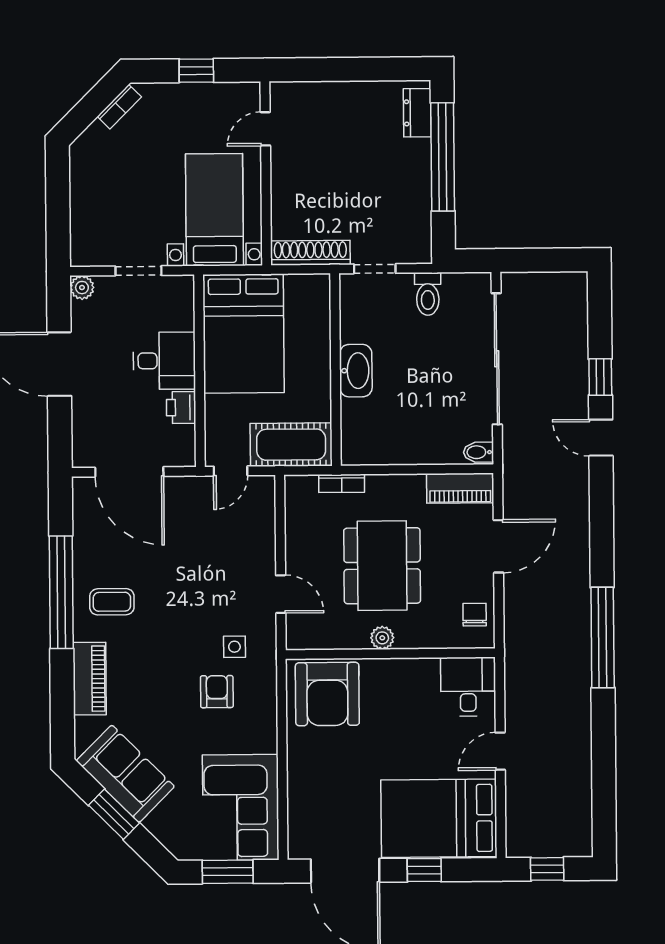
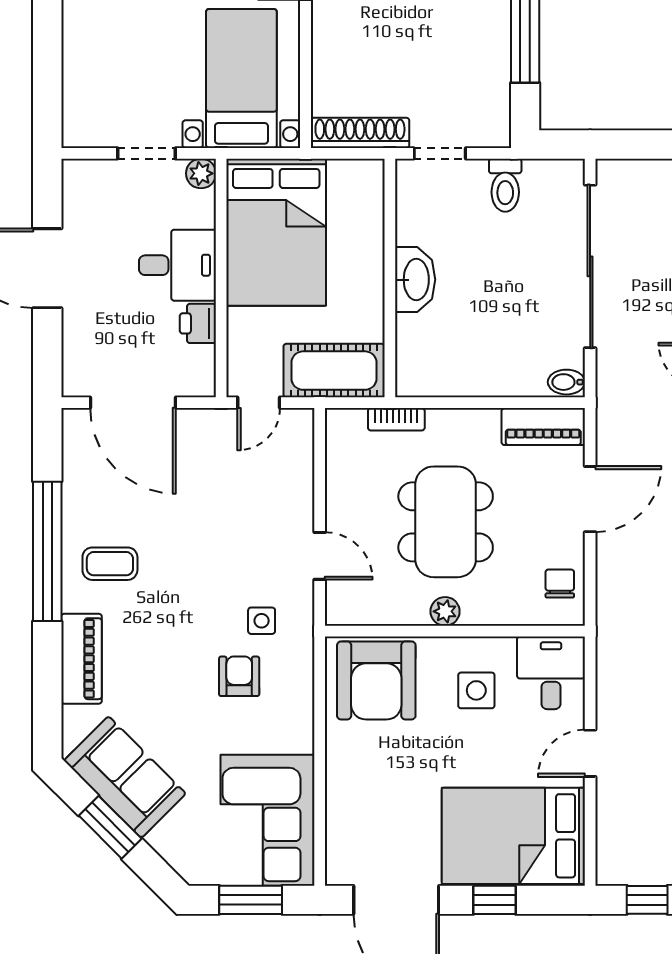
plant: (82, 288) -> (201, 173), moved
side table: (408, 701) -> (476, 690), added

